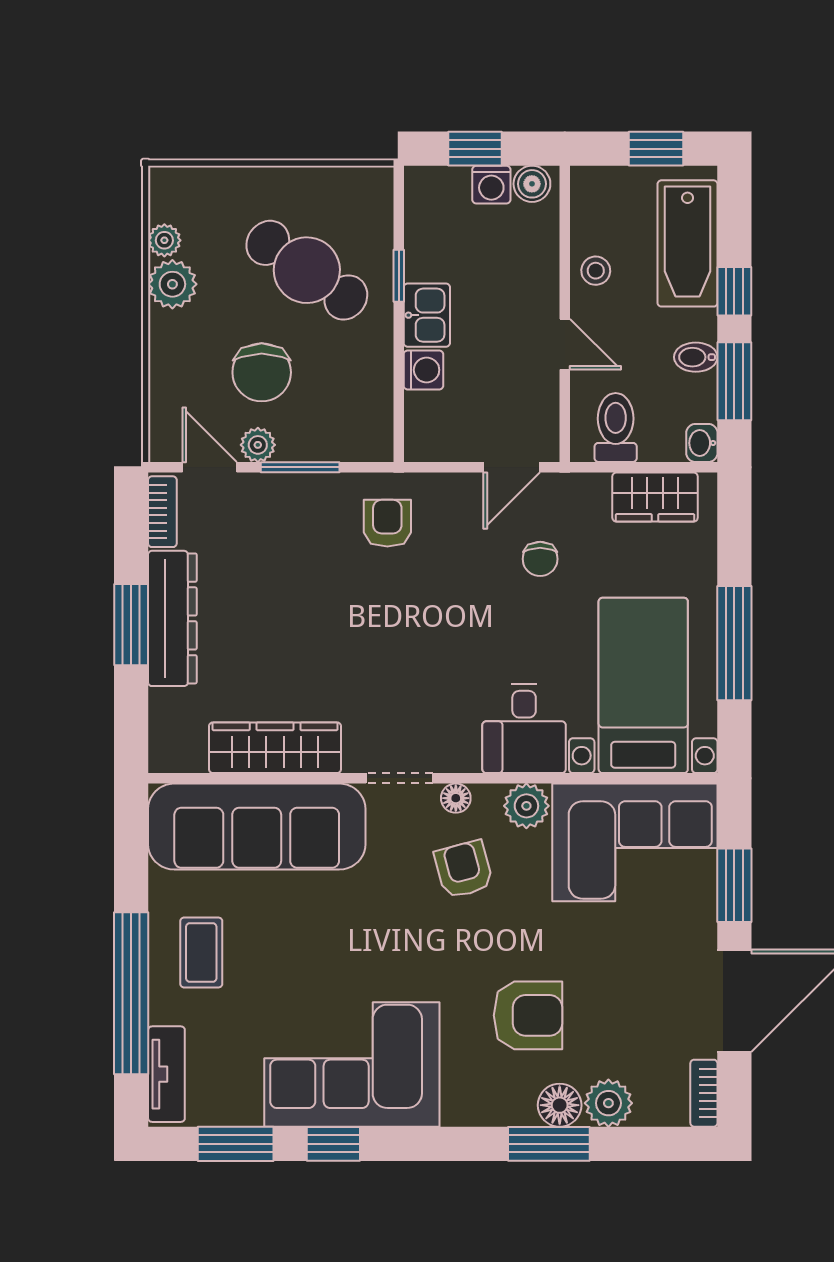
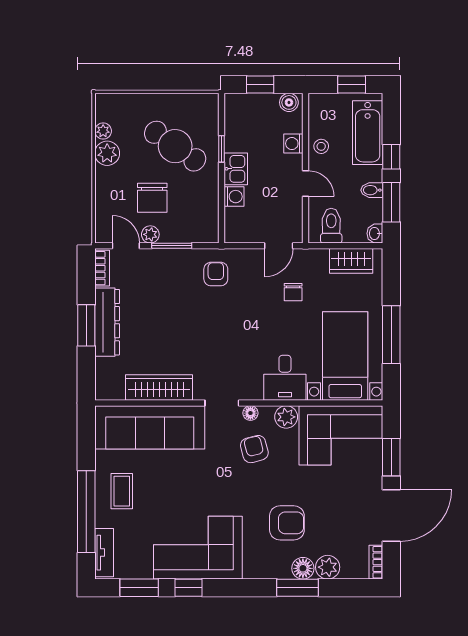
washing machine: (491, 185) -> (293, 144), moved, turned 90

